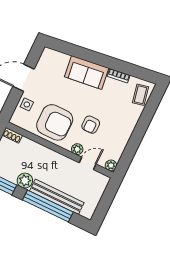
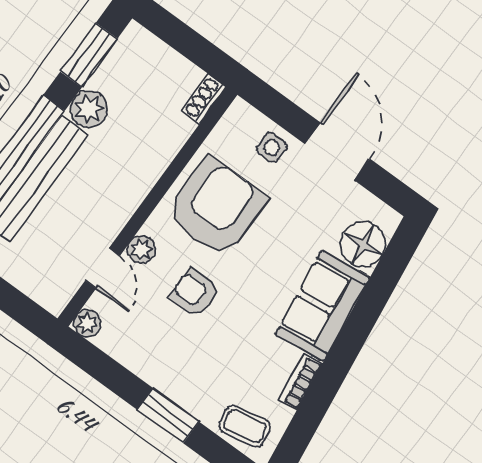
floor lamp: (59, 61) -> (363, 244), added
armchair: (55, 122) -> (216, 207), turned 180
window: (142, 126) -> (168, 416), added

